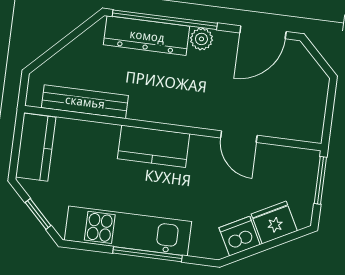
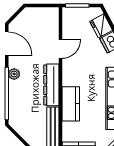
dresser: (147, 36) -> (51, 85), moved, turned 180
kitchen counter: (154, 146) -> (71, 104), moved

